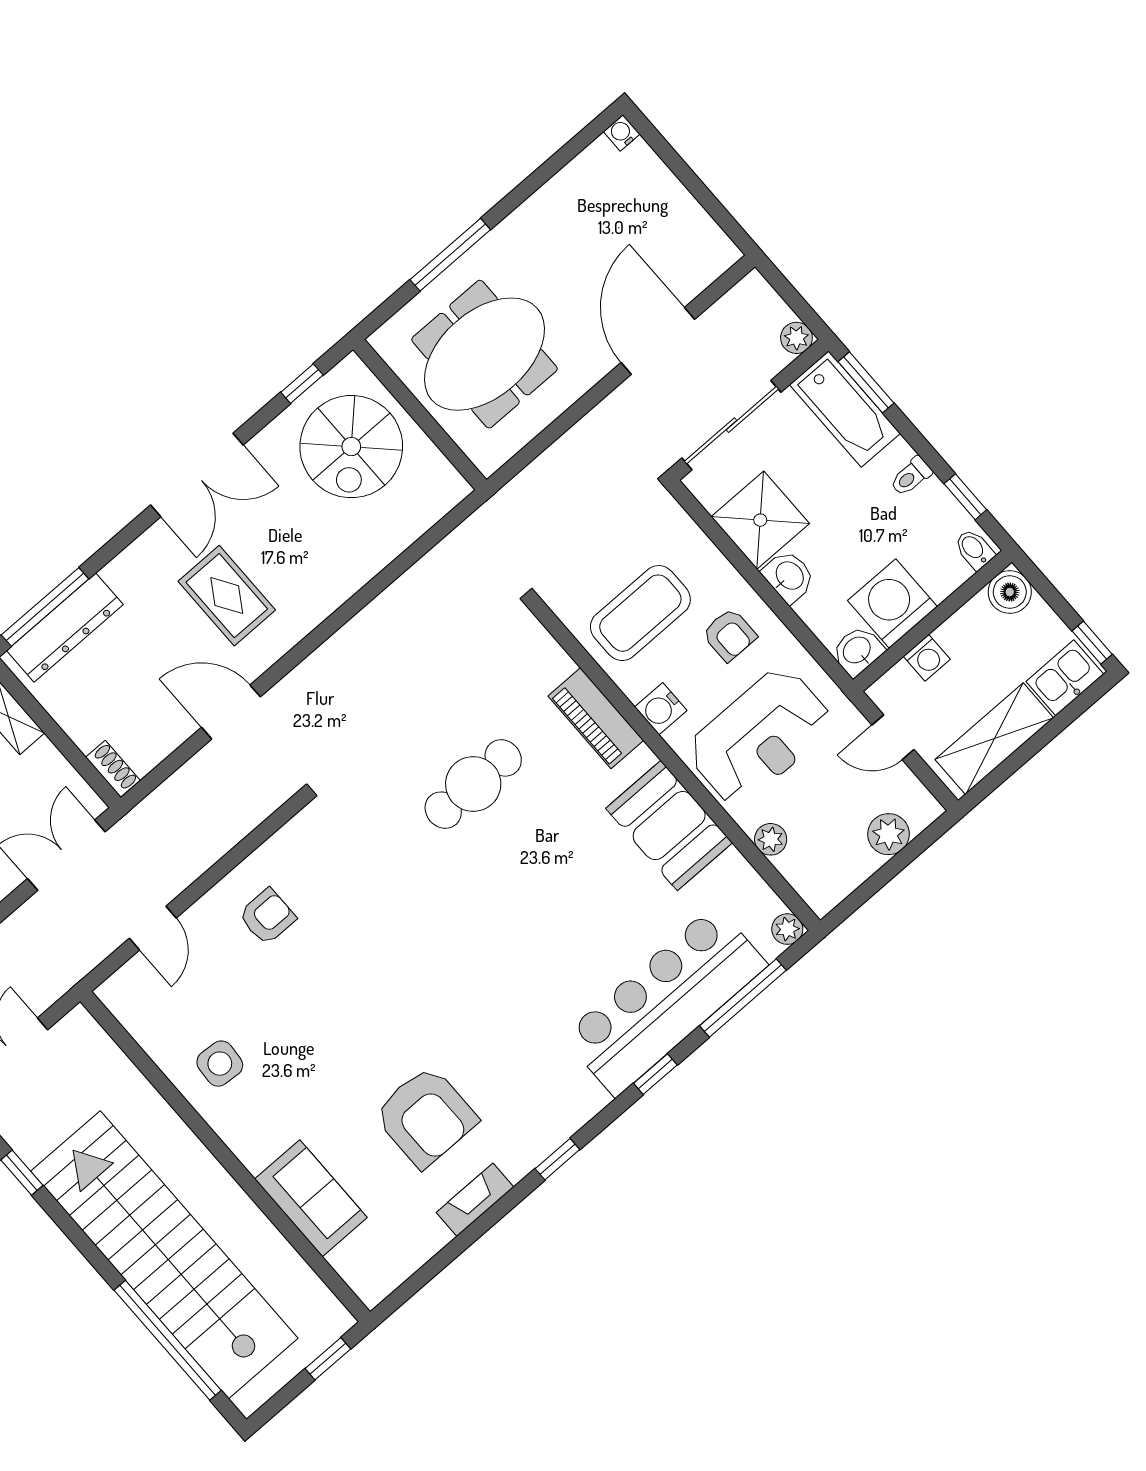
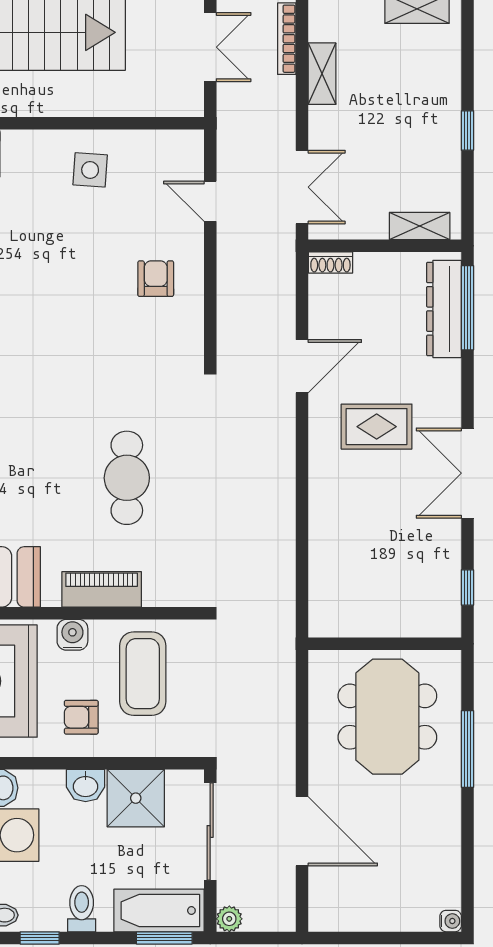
spiral stairs: (351, 447) -> (402, 584), removed
toilet: (911, 476) -> (82, 909), width x1.37, depth x1.39
armchair: (267, 917) -> (156, 279), turned 180

